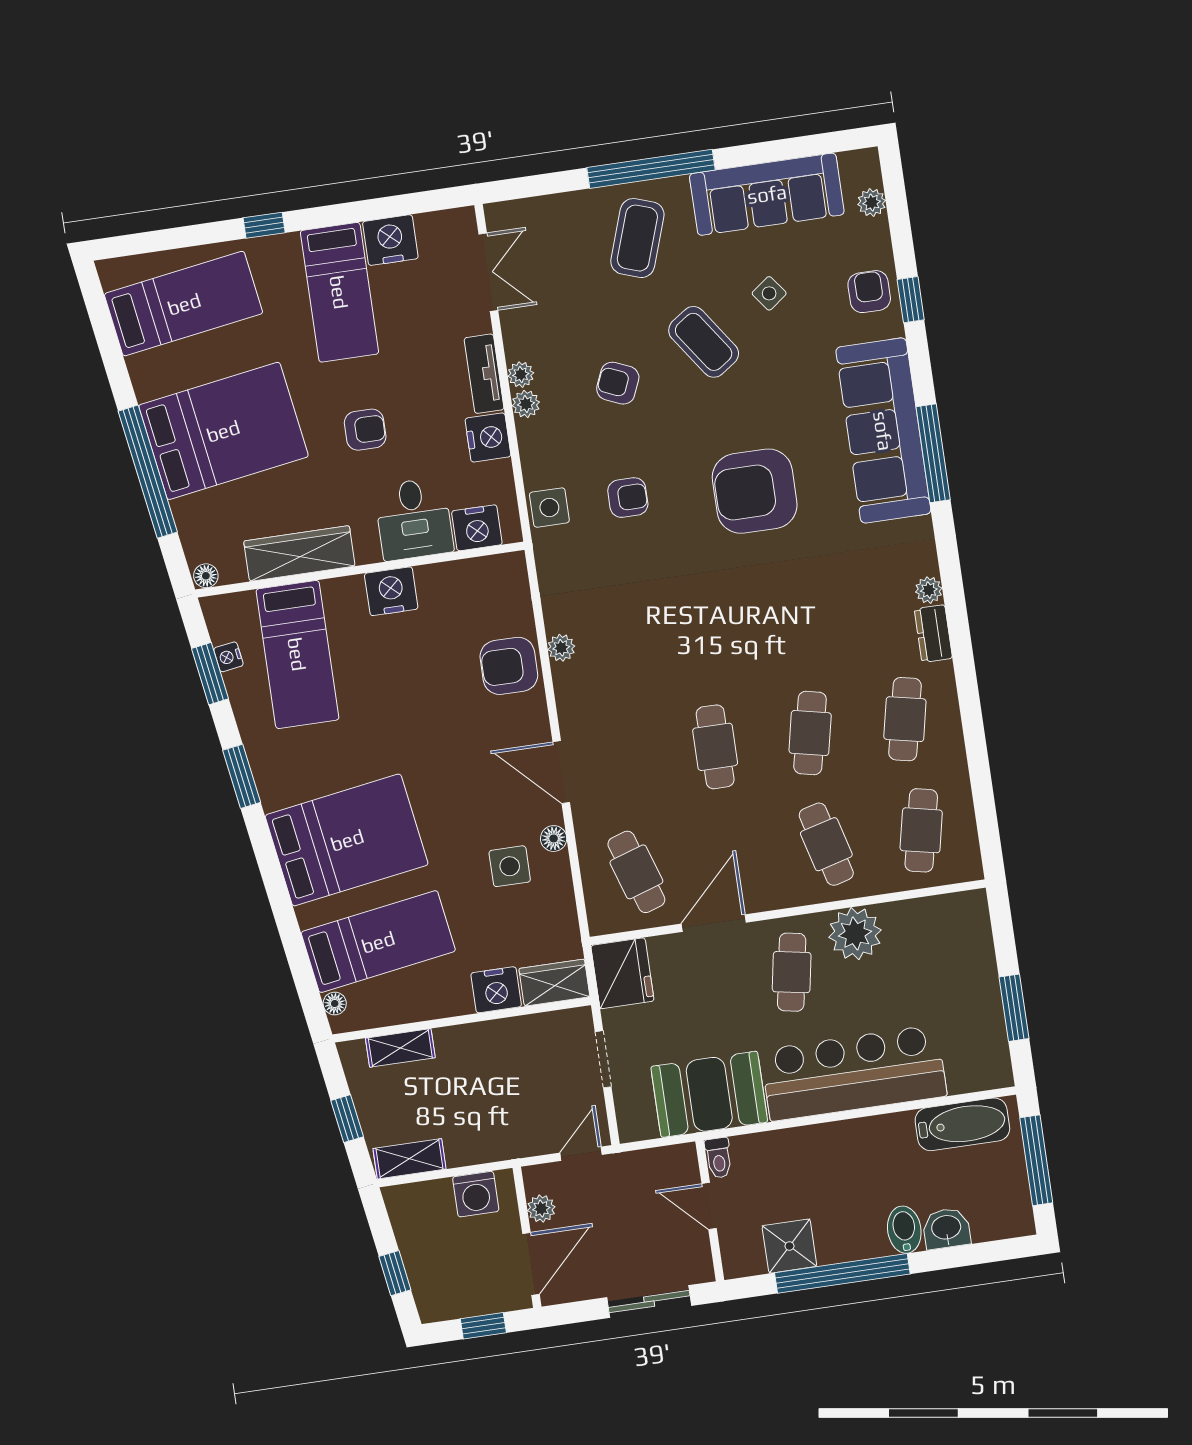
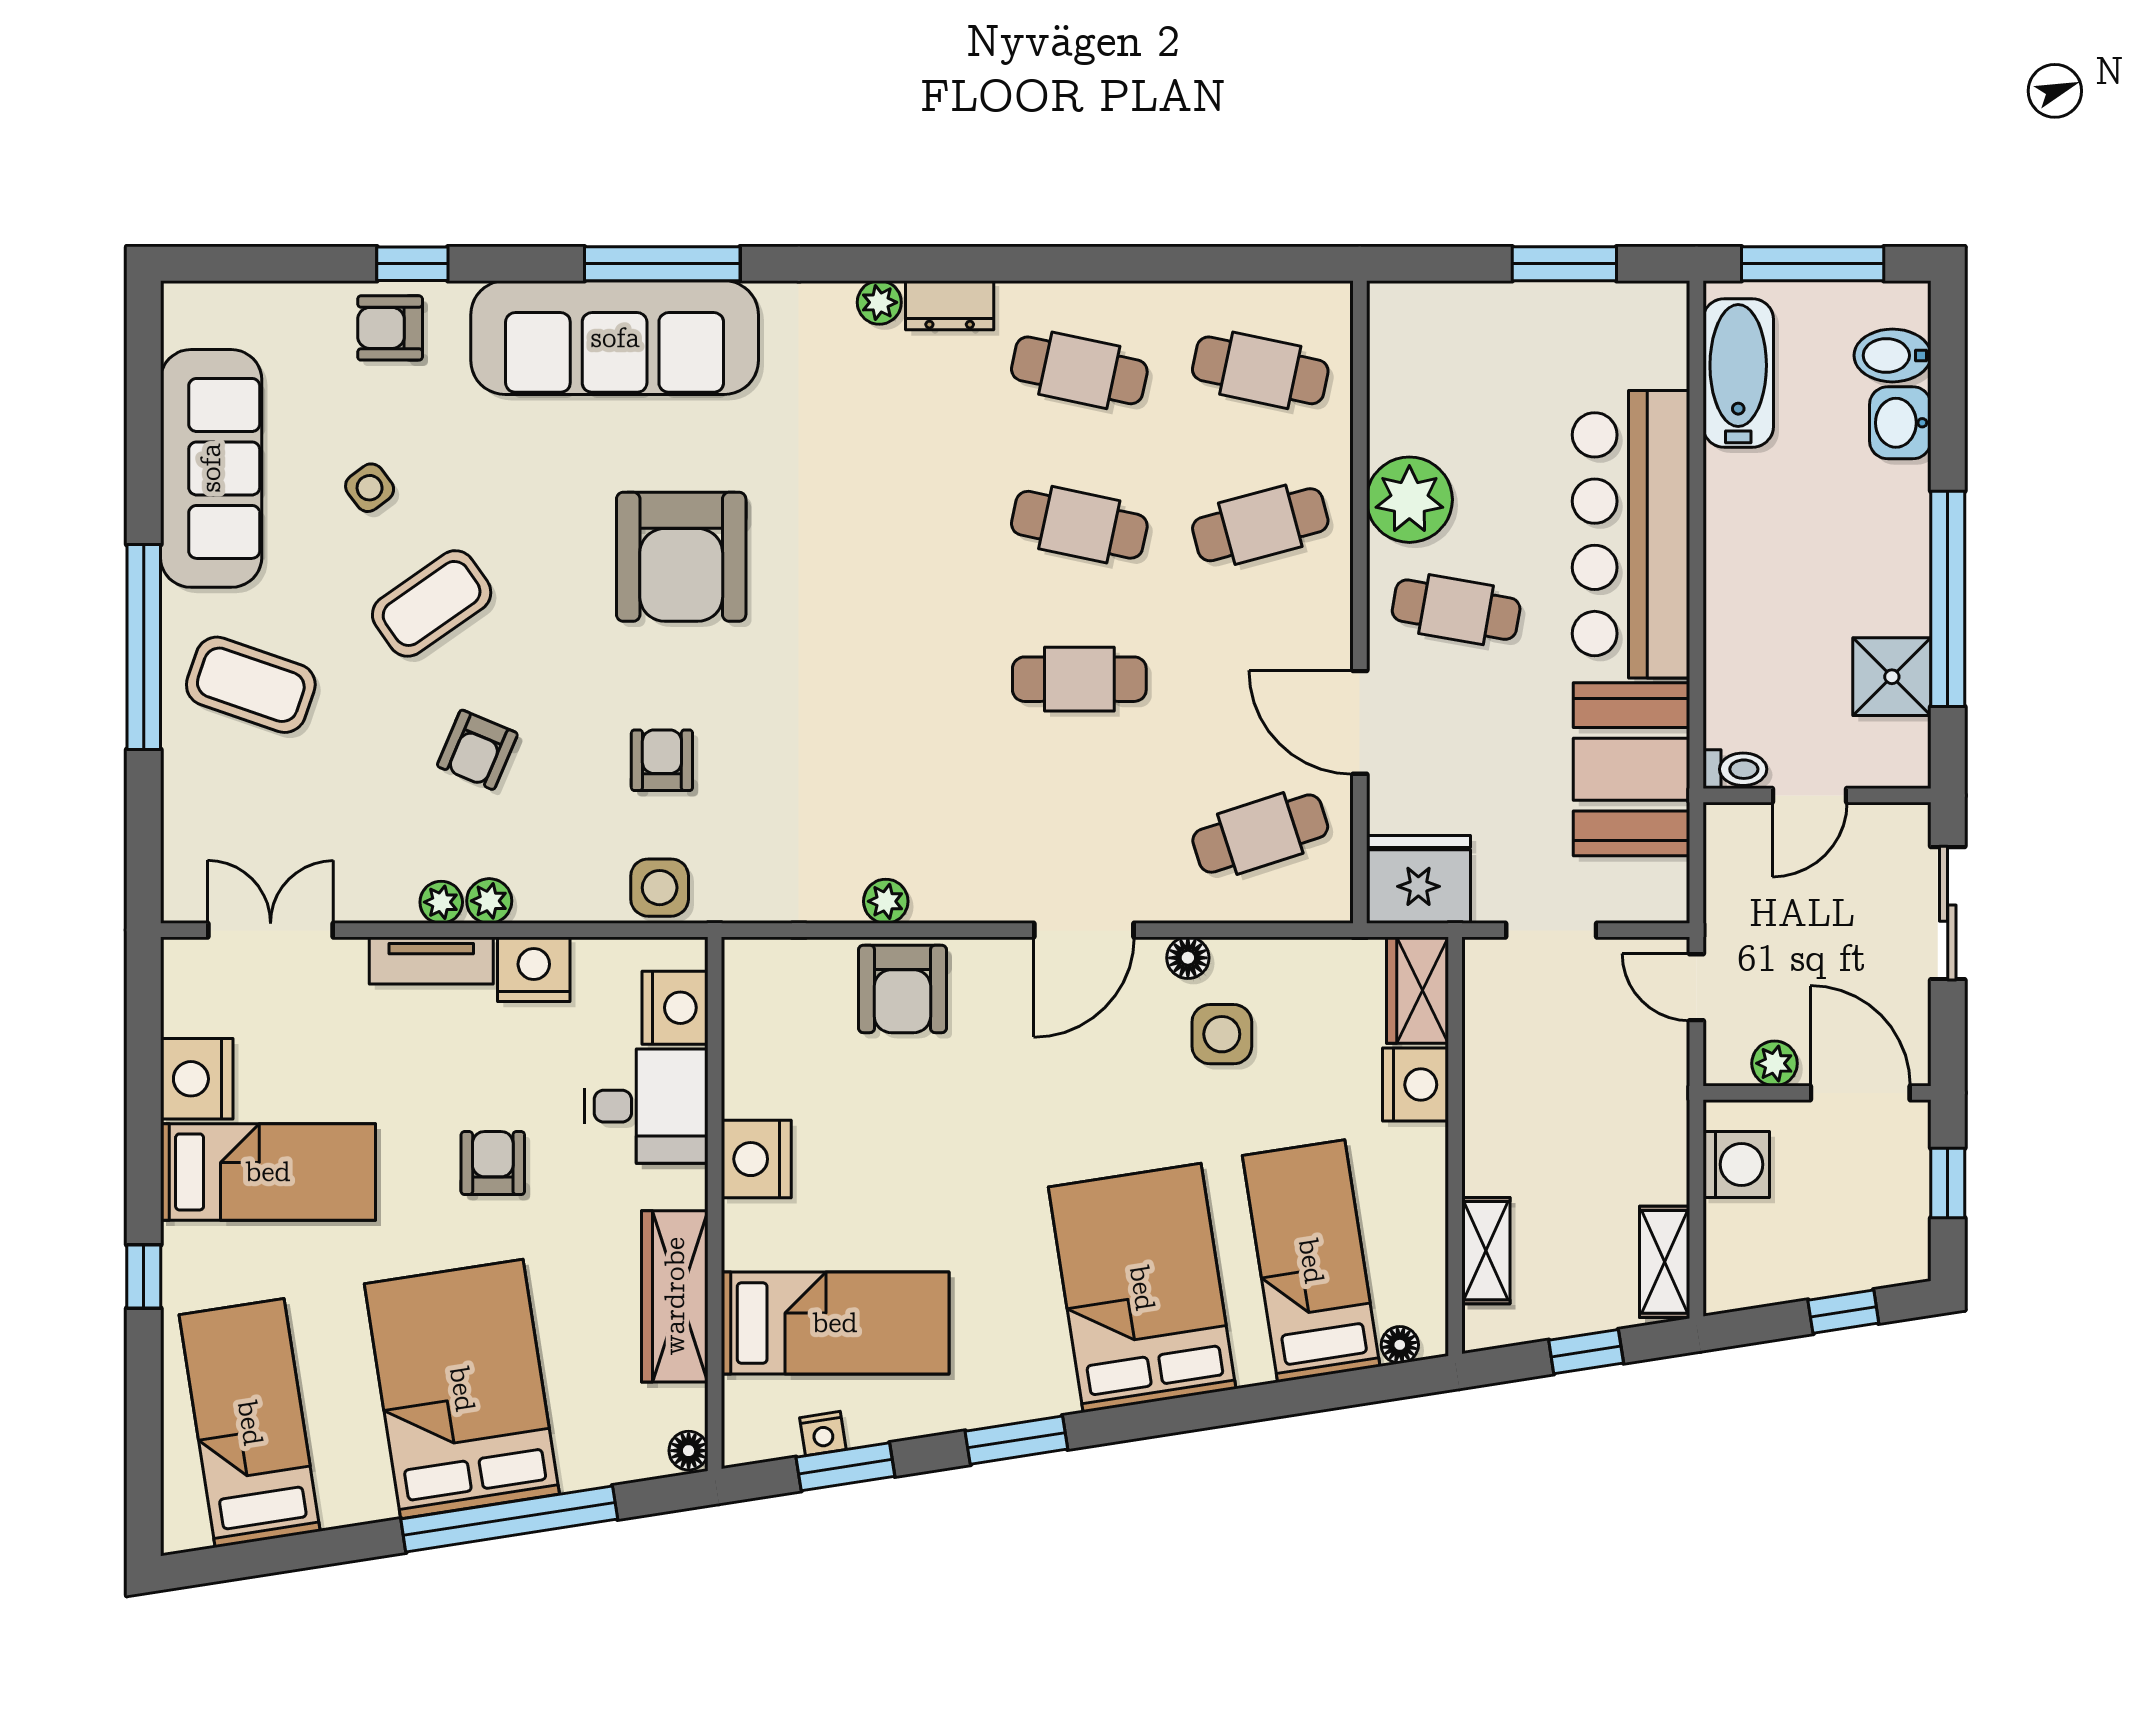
plant: (872, 202) -> (249, 303), removed
bidet: (904, 1230) -> (1892, 355), moved

